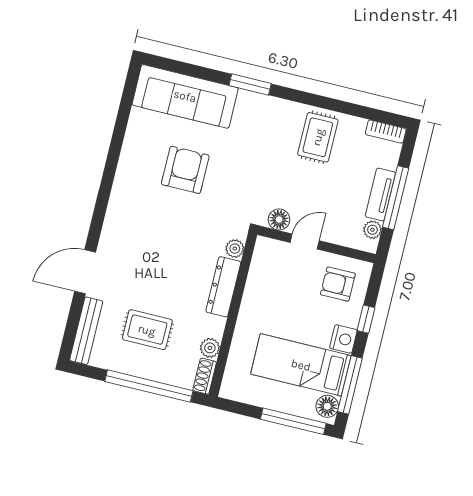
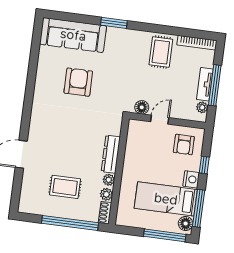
bookcase: (386, 132) -> (197, 43), width x1.56
plant: (235, 249) -> (109, 180), moved
armchair: (338, 284) -> (184, 145), turned -90
bench: (86, 331) -> (26, 192), removed

